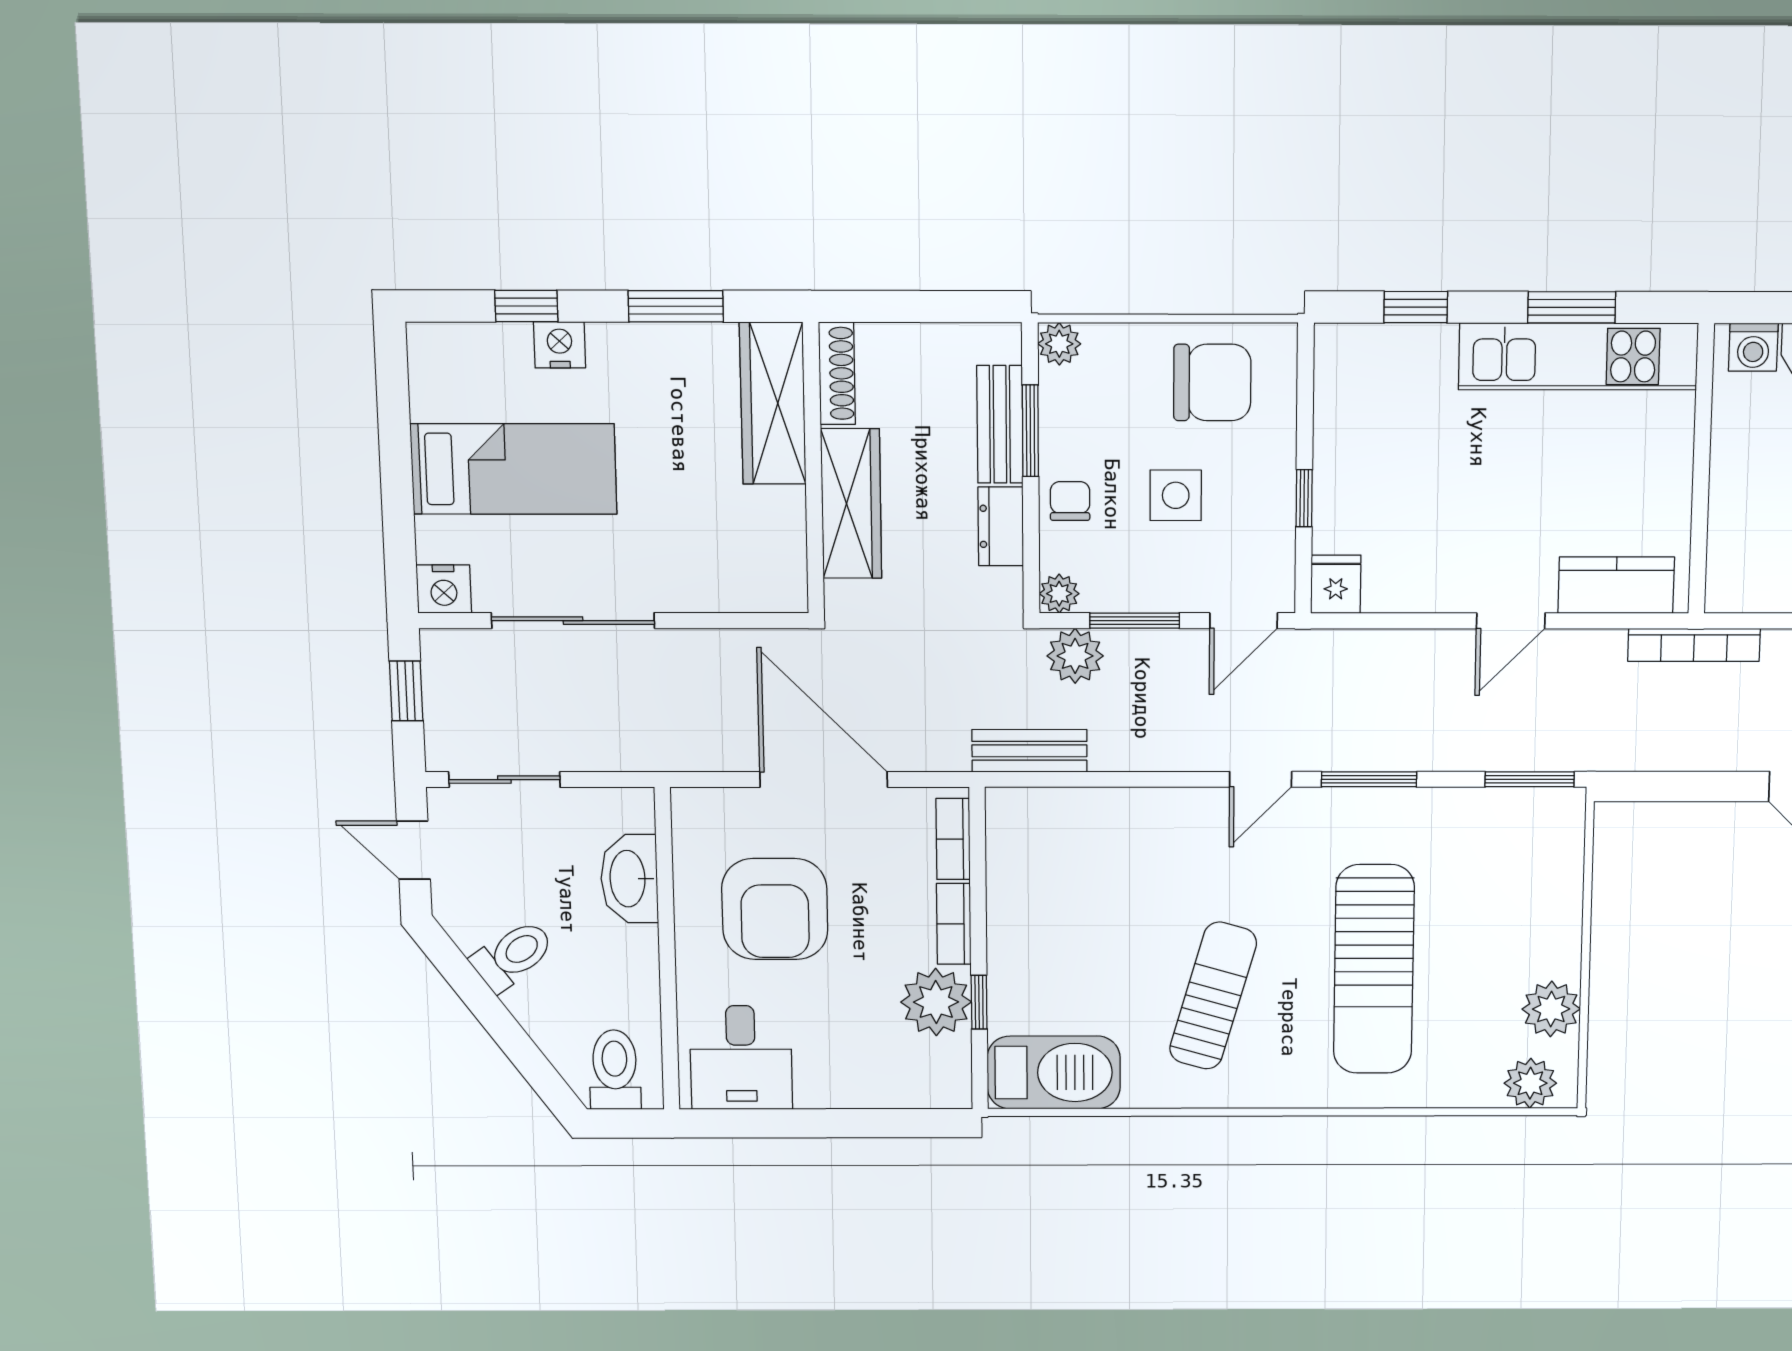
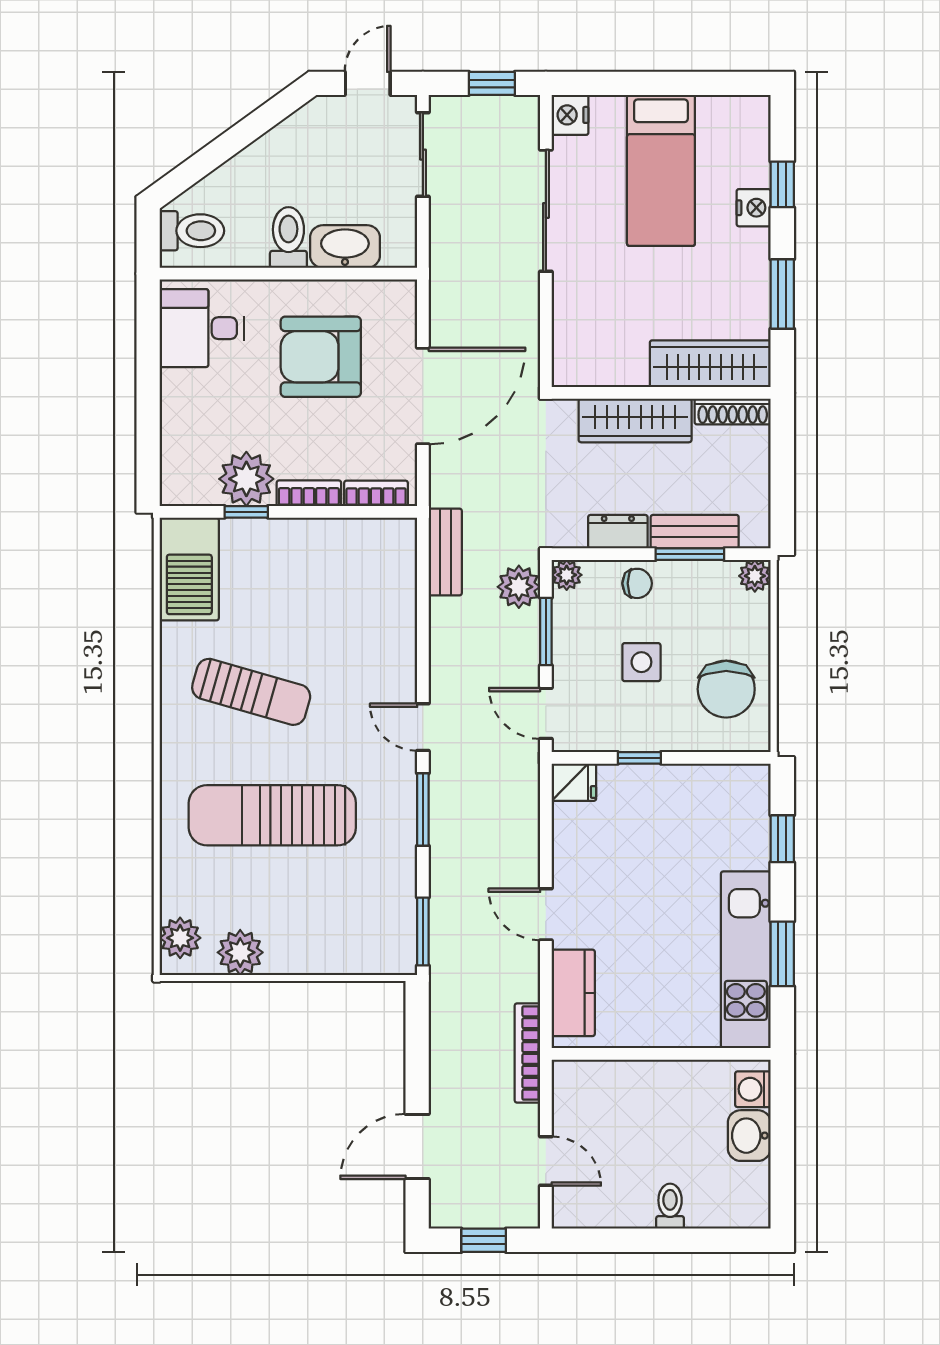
toilet: (513, 955) -> (288, 237), moved, turned -144

